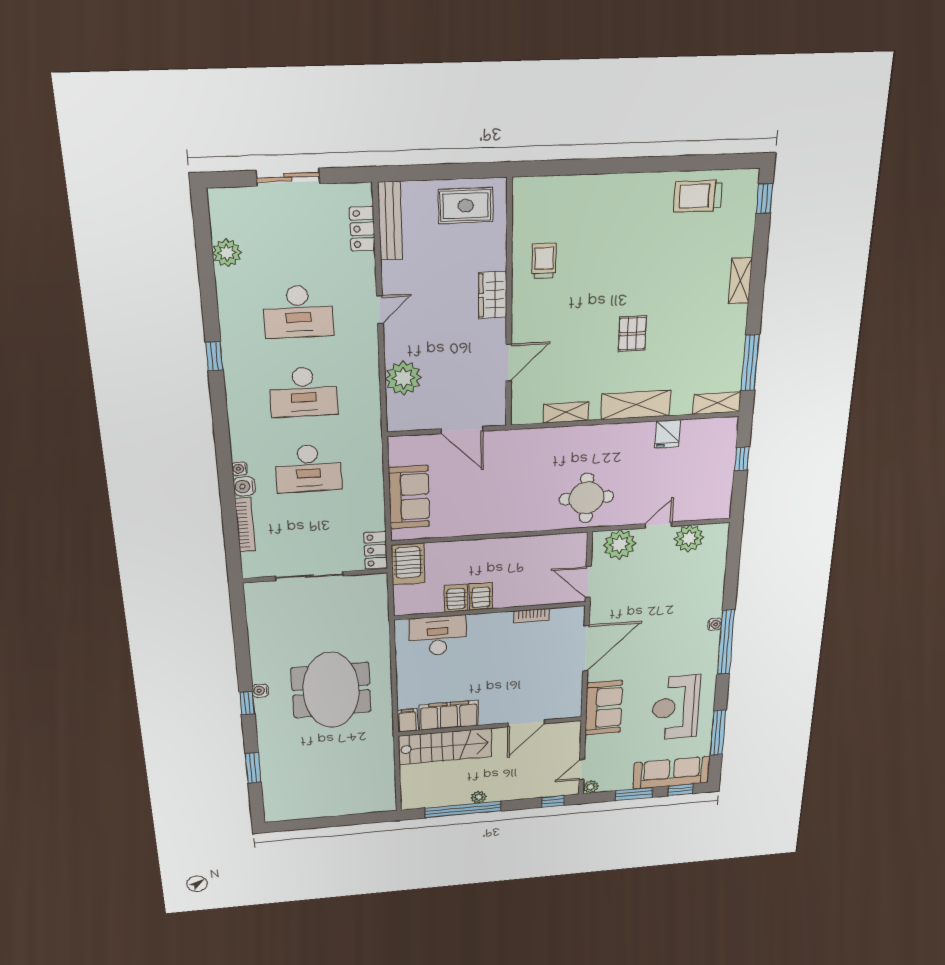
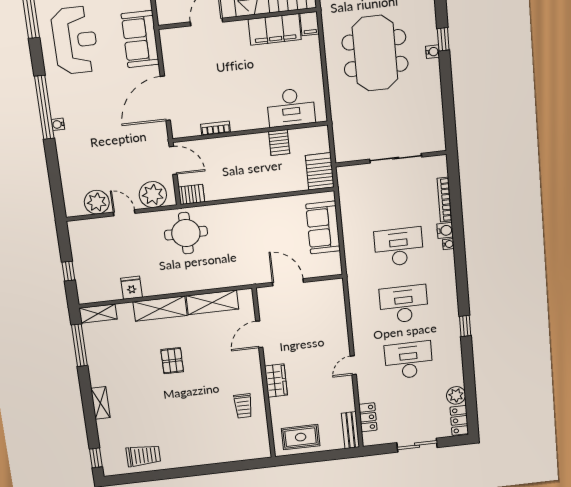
bench: (390, 221) -> (351, 430), width x0.73
plant: (403, 378) -> (334, 318), removed
shelving: (566, 412) -> (212, 302), width x1.50, depth x1.33
door: (658, 525) -> (124, 213), swing flipped
locker: (376, 550) -> (459, 420), moved, turned 180
server rack: (481, 596) -> (191, 194), moved, turned -90

